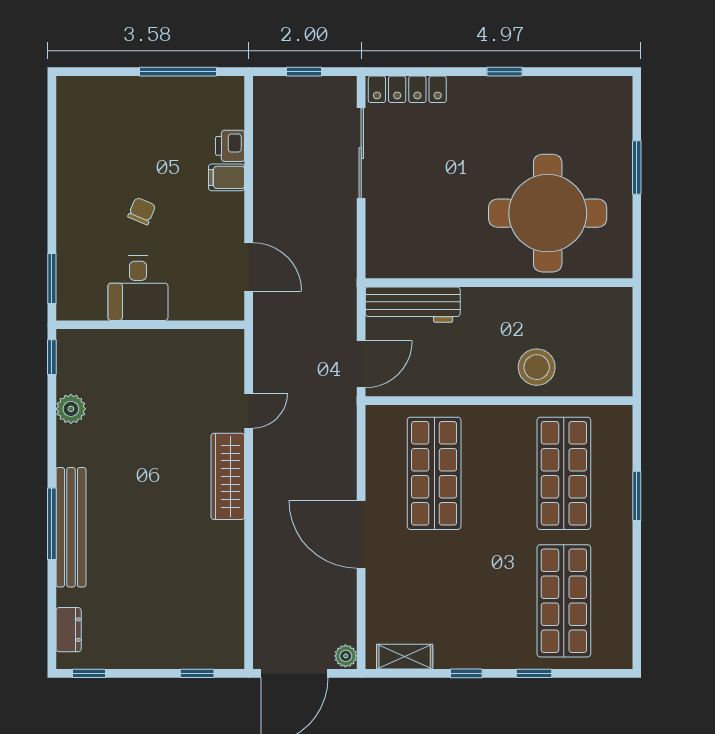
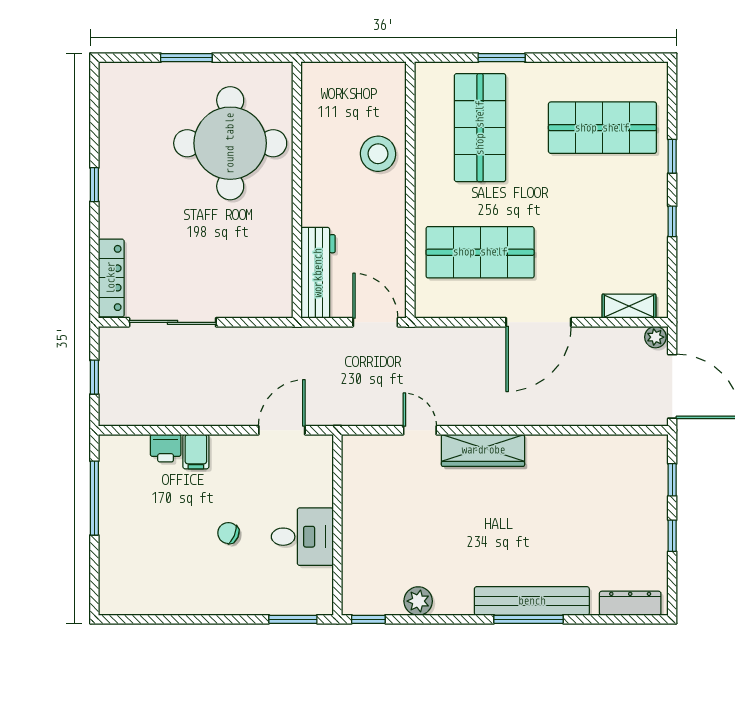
shop shelf: (564, 473) -> (480, 128), turned 90
dresser: (69, 630) -> (630, 603), width x1.44
shelving: (405, 657) -> (629, 306), moved, turned 90
window: (89, 673) -> (672, 536), moved

